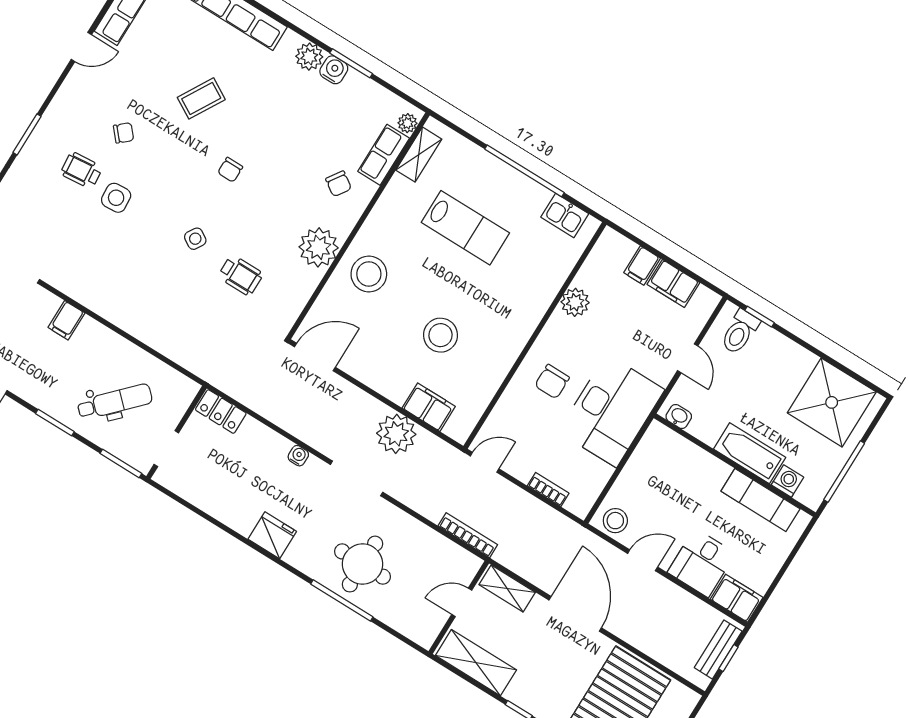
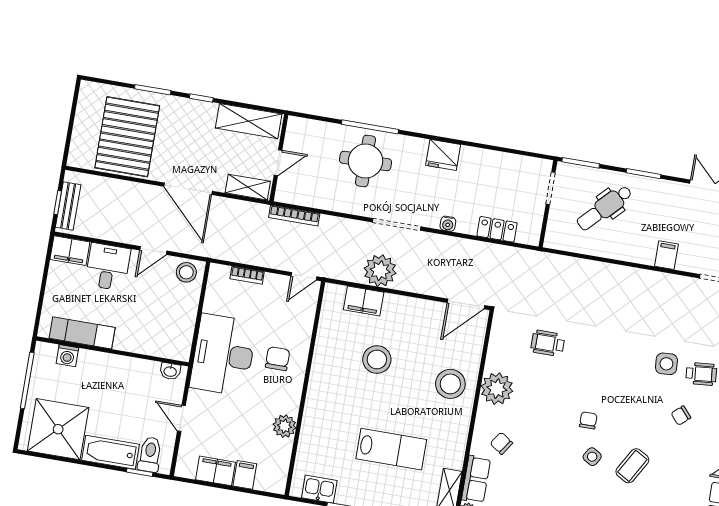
lab bench: (465, 228) -> (391, 449), turned 180
side table: (195, 239) -> (592, 457), moved
locker: (221, 412) -> (497, 229), moved
bathtub: (750, 453) -> (110, 452), moved, turned 180

